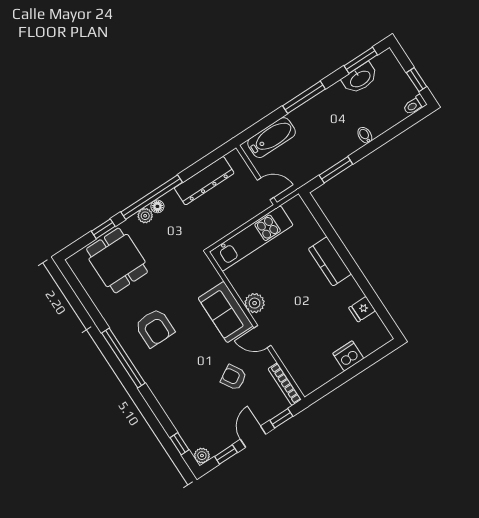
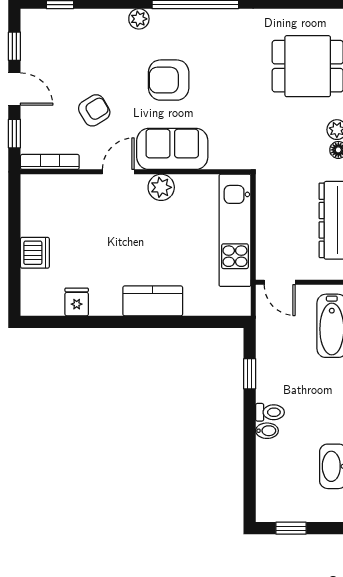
toilet: (415, 105) -> (270, 412), moved, turned 90
window: (336, 170) -> (250, 374), width x0.67
door: (266, 189) -> (280, 282), hinge flipped
armchair: (155, 328) -> (169, 80), moved
plant: (202, 456) -> (139, 19), moved

